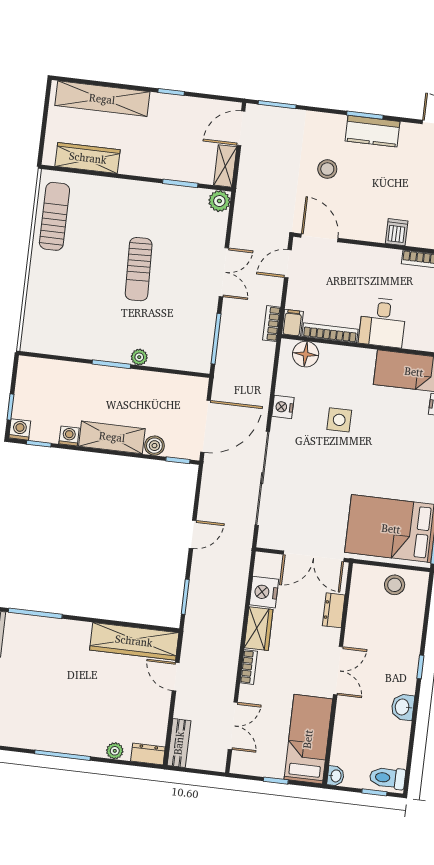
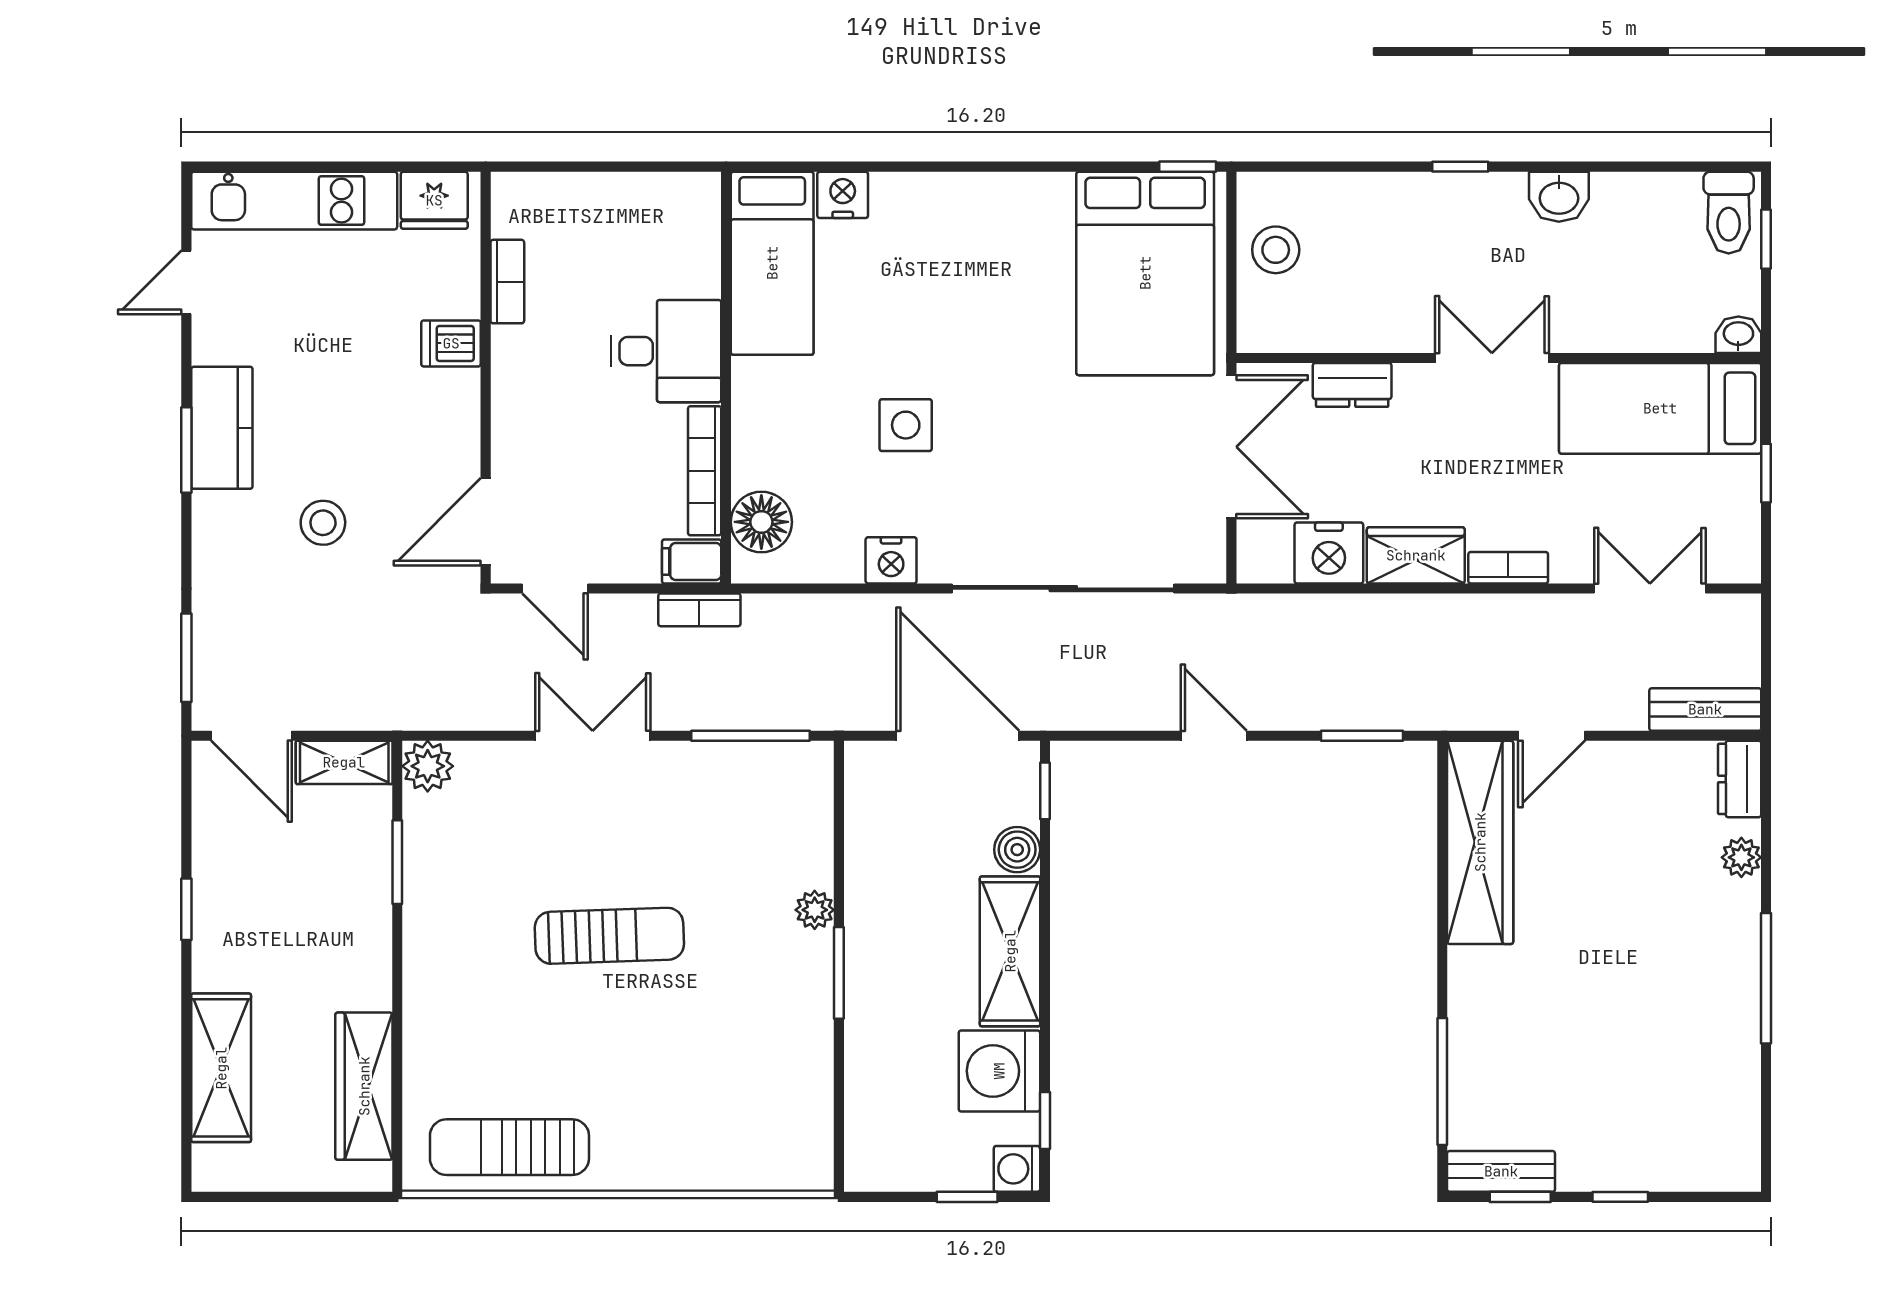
shelving: (102, 99) -> (221, 1068), width x0.68
washing machine: (69, 436) -> (999, 1071), width x1.89, depth x1.89

